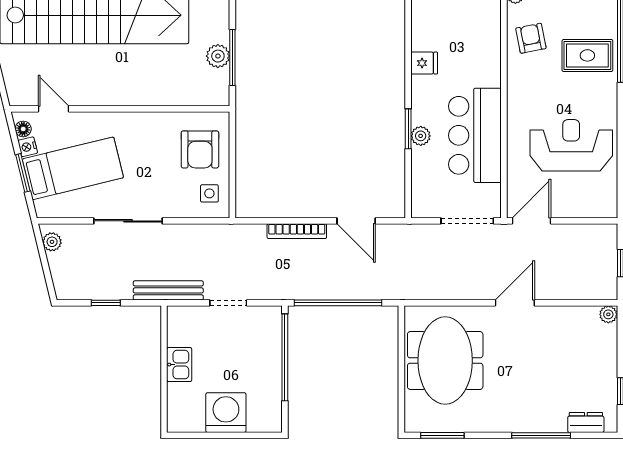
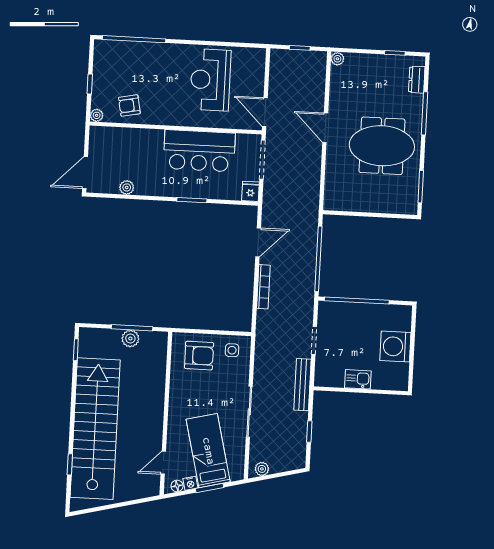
rug: (587, 55) -> (144, 64), removed
fridge: (424, 63) -> (250, 191), moved
plant: (421, 136) -> (127, 187), moved
meeting table: (445, 360) -> (382, 146), moved

